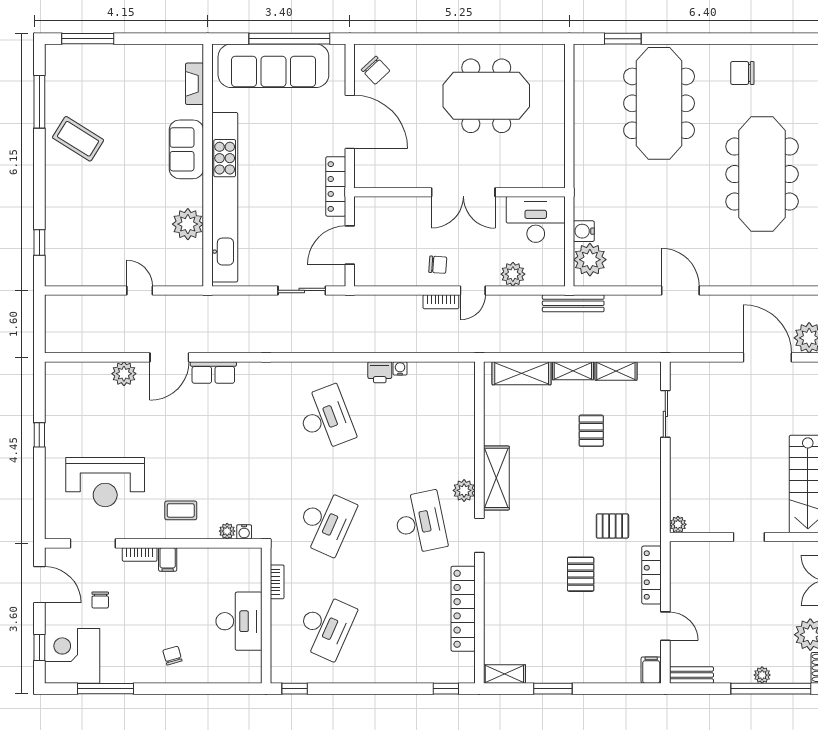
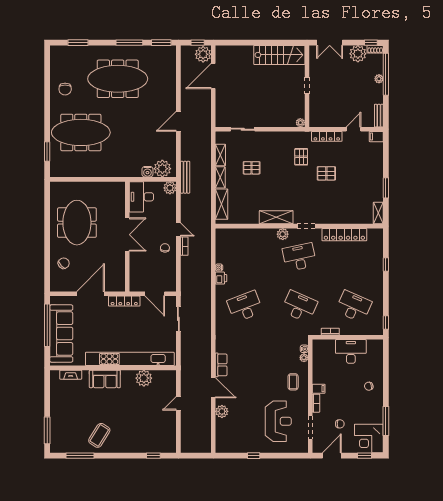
chair: (376, 70) -> (64, 263), moved
plant: (513, 274) -> (170, 188), moved
window: (446, 689) -> (386, 265), moved

